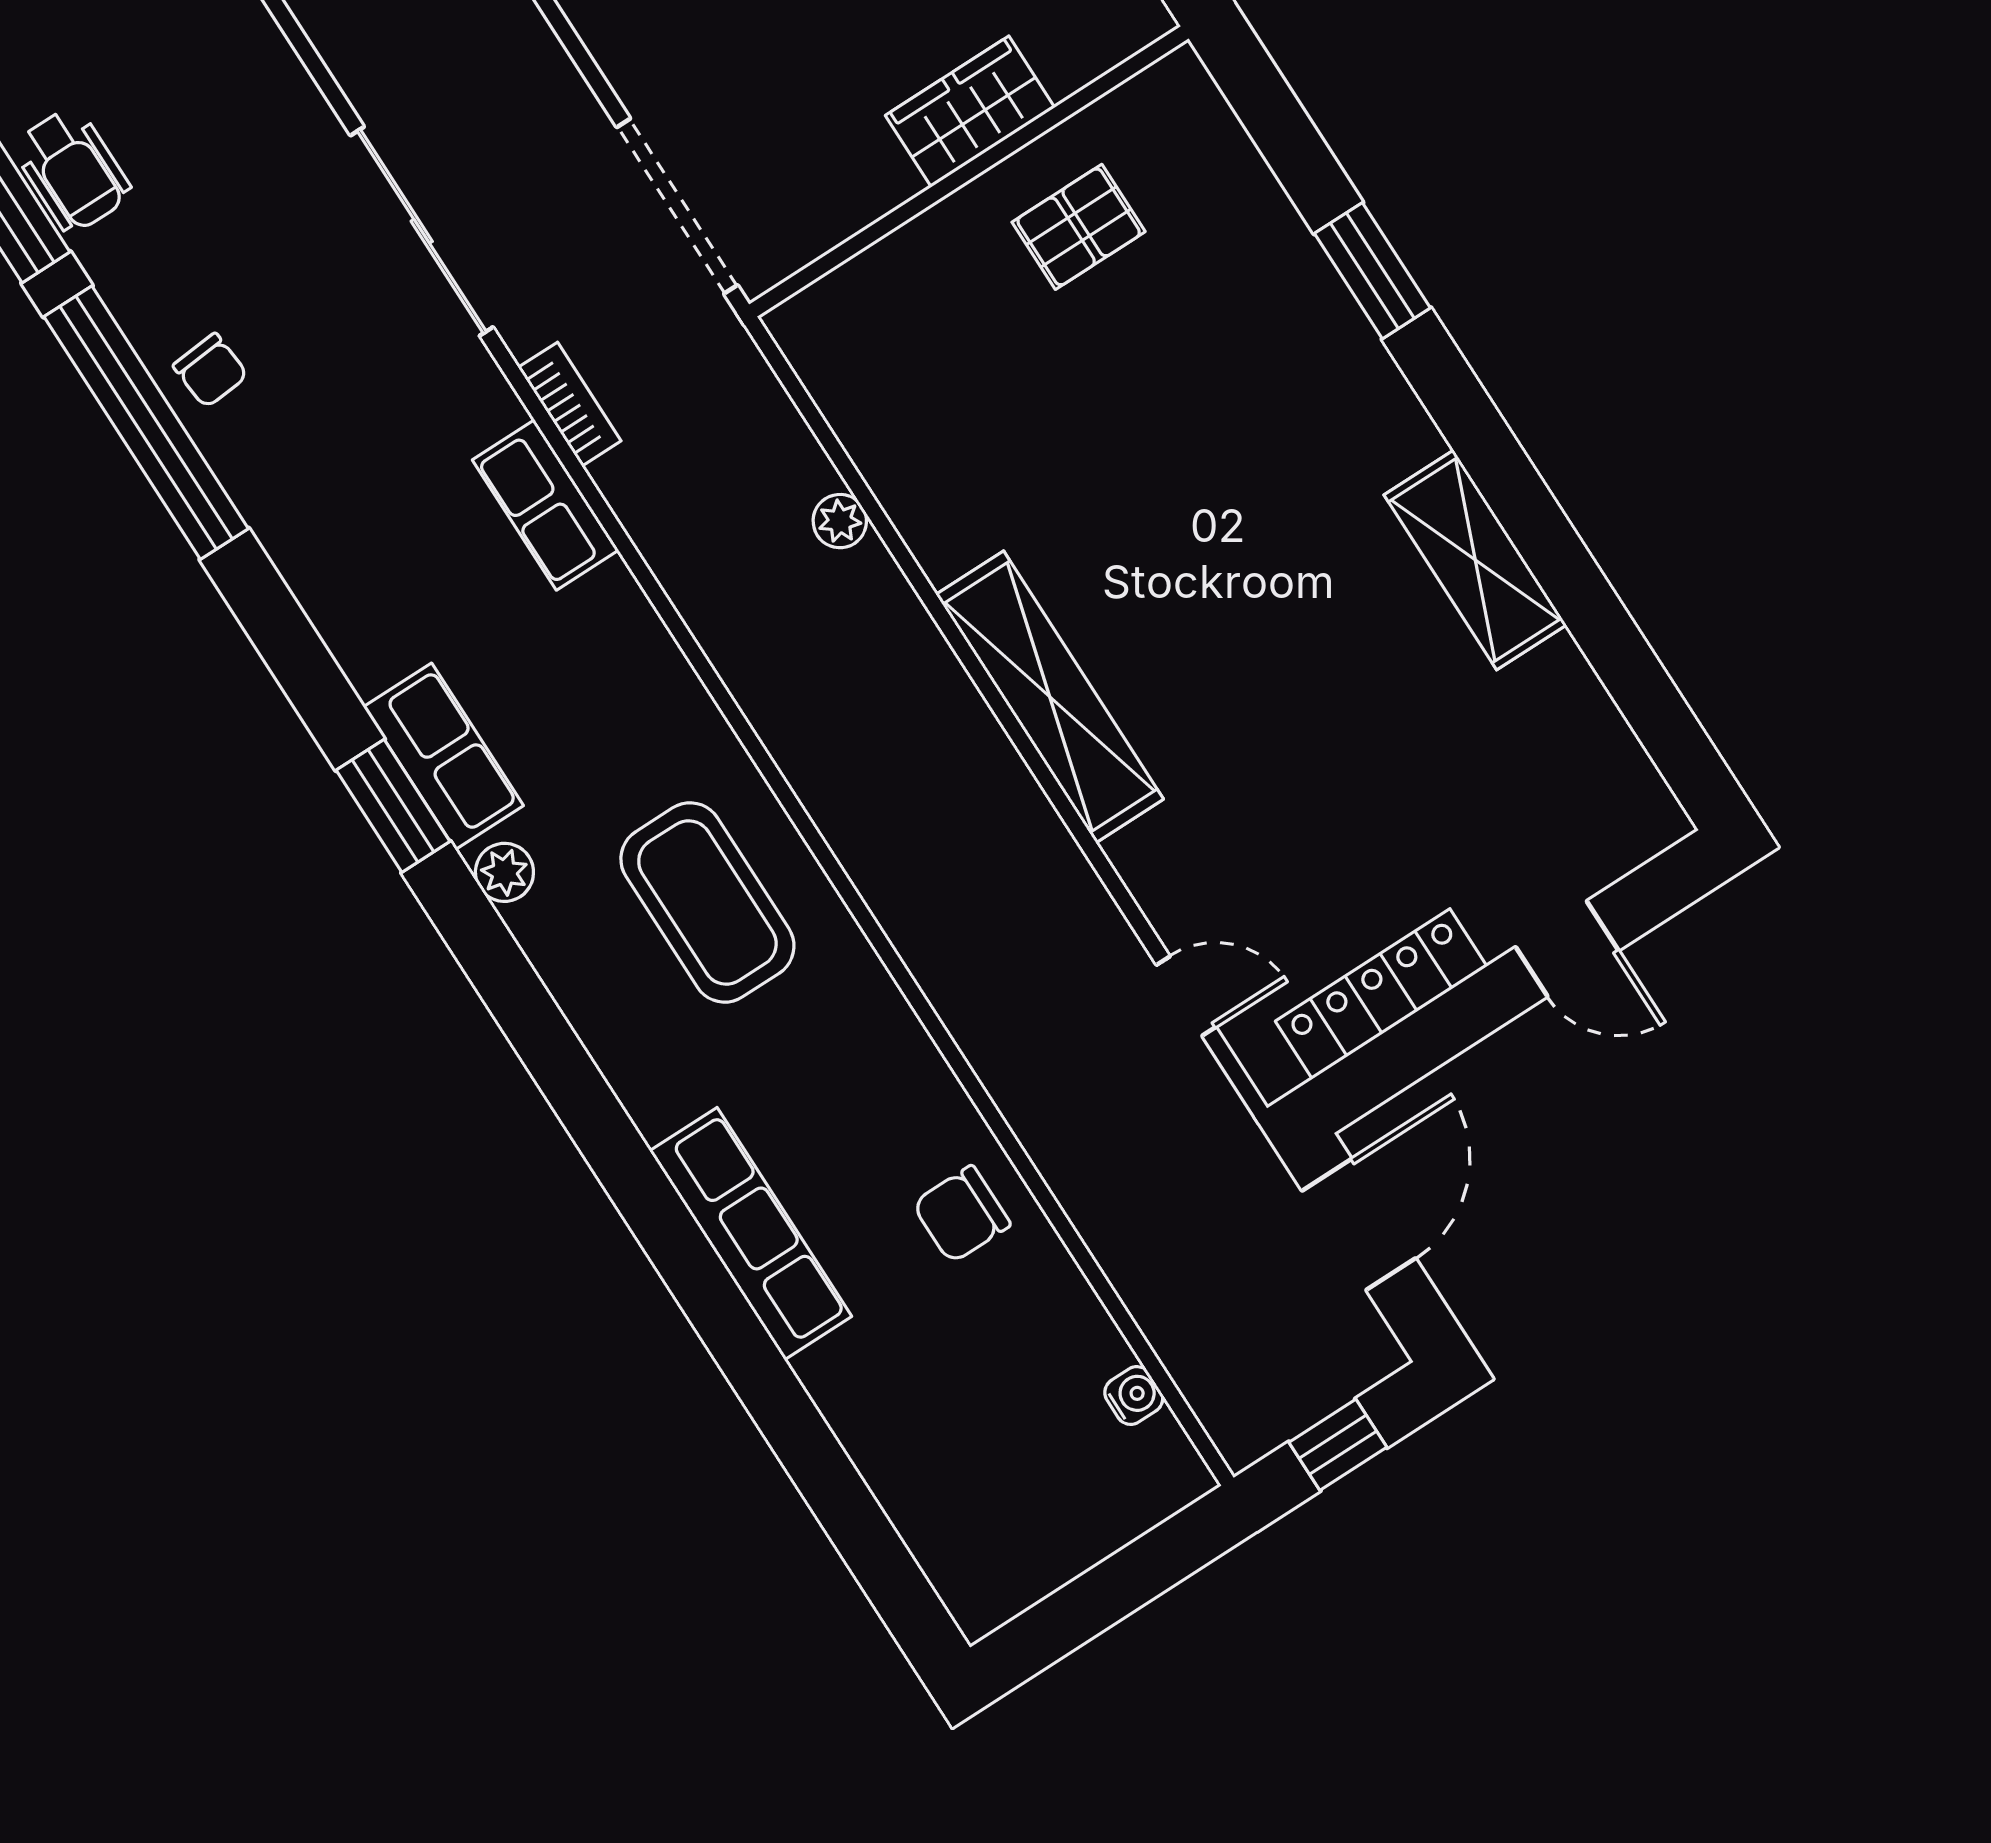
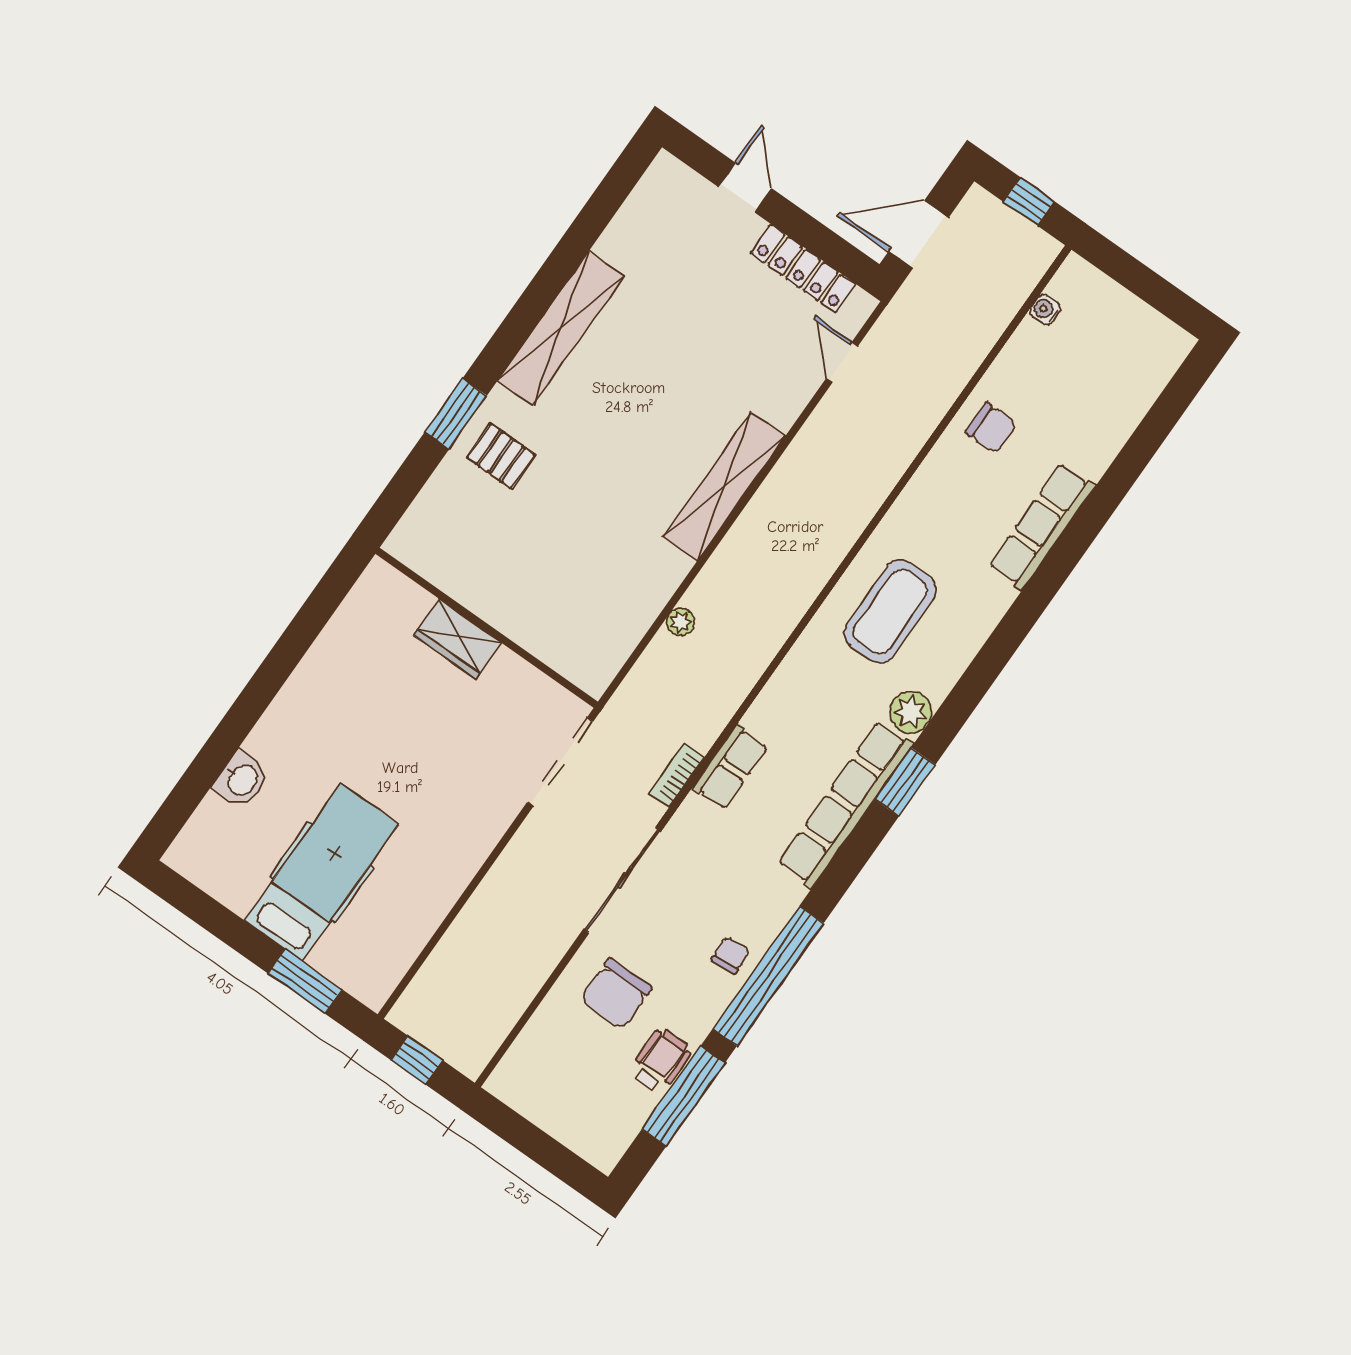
chair: (224, 139) -> (616, 994), added
pallet: (1079, 227) -> (501, 456), moved
shelving: (1475, 560) -> (561, 328), width x1.47
row of seats: (443, 756) -> (845, 804), width x2.02
plant: (504, 872) -> (911, 712), width x1.38, depth x1.38

